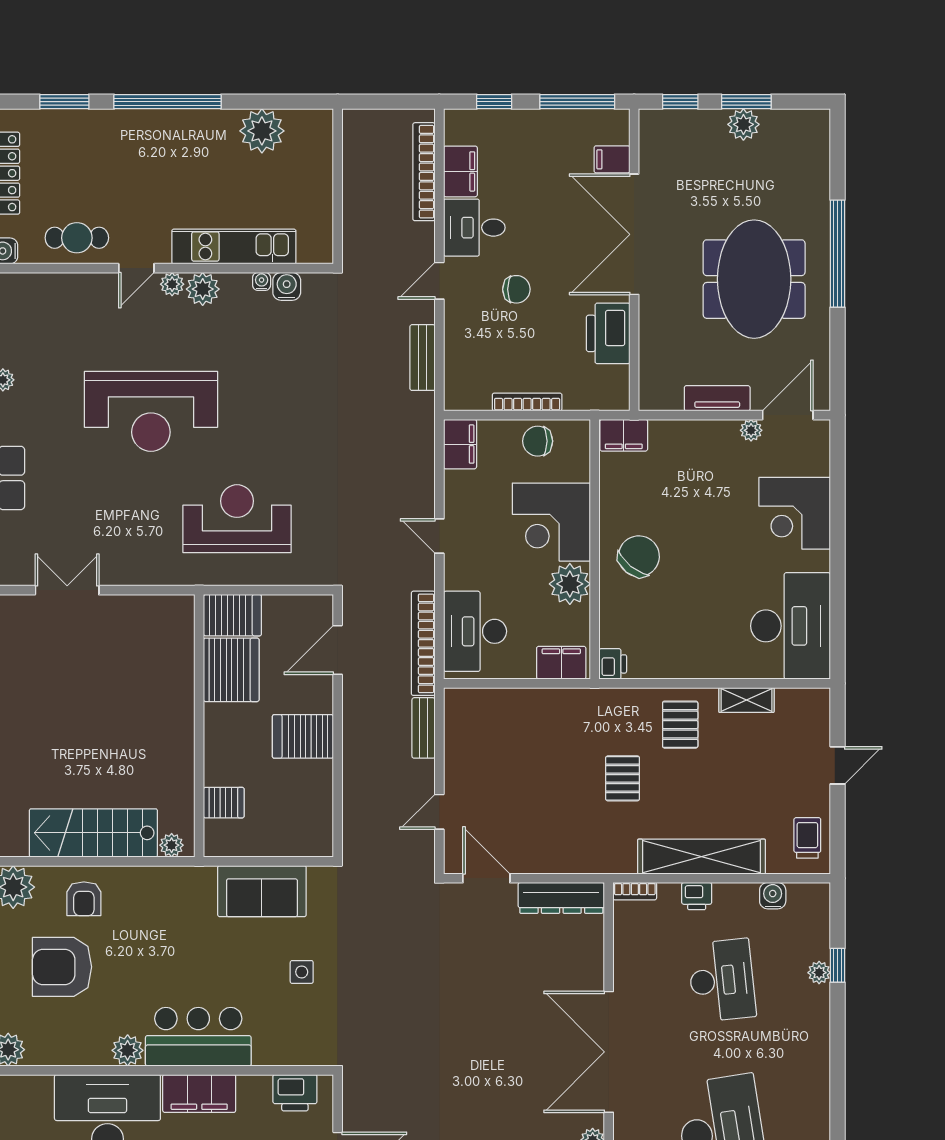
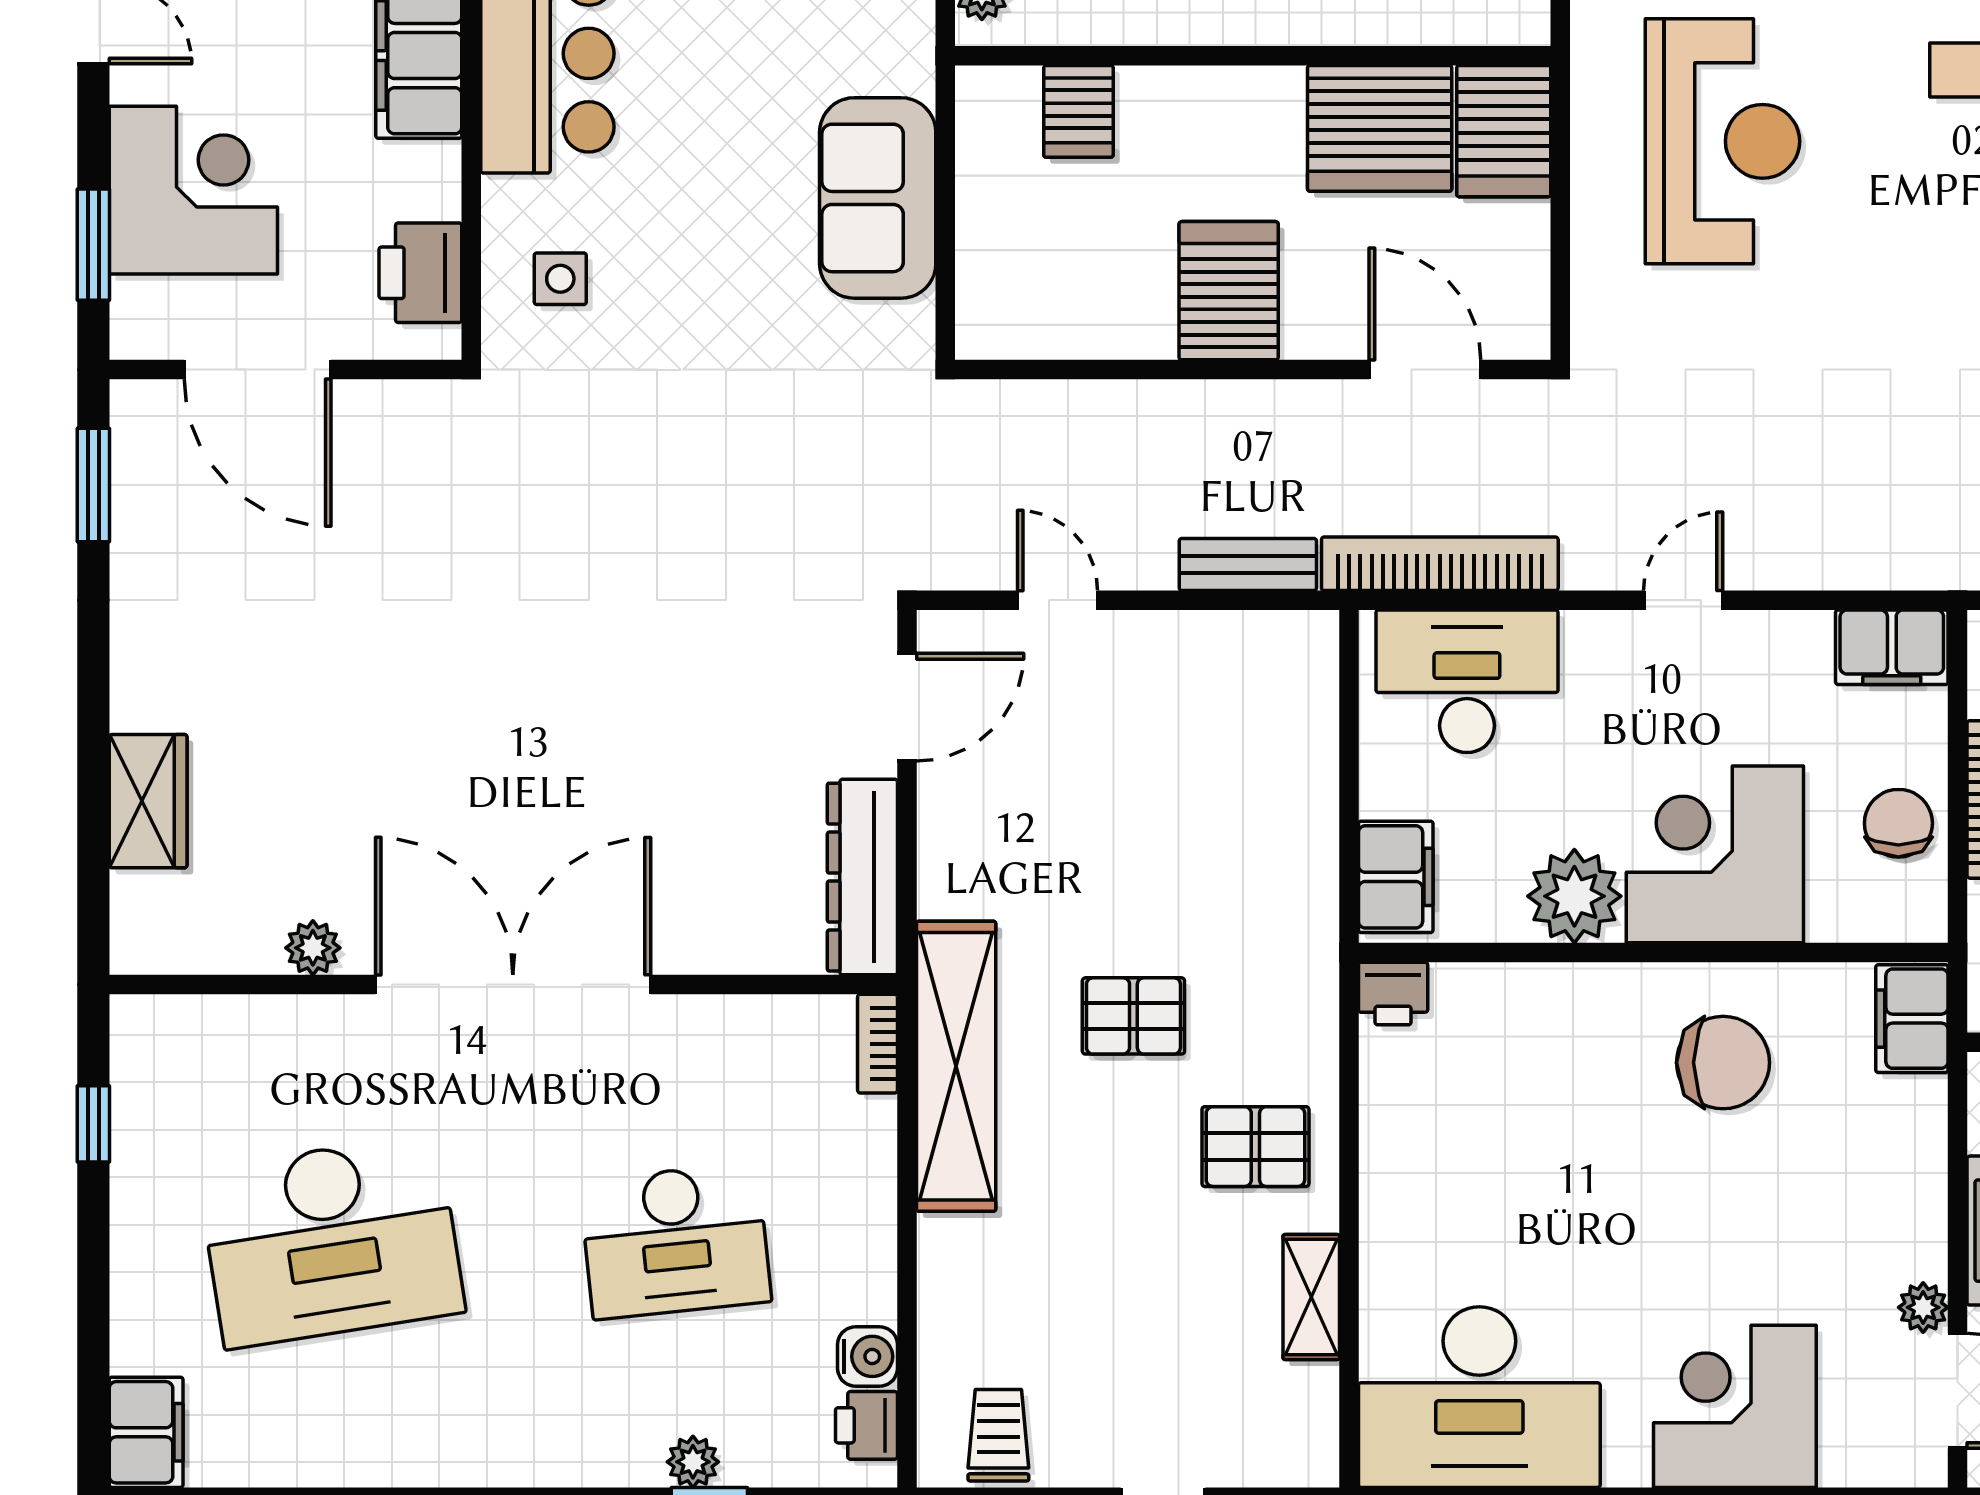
chair: (639, 556) -> (1723, 1063), moved, turned -39
trolley: (807, 838) -> (998, 1435), turned -90
shelving: (702, 857) -> (956, 1066), moved
printer: (697, 896) -> (866, 1425), moved
side table: (302, 972) -> (560, 279), moved

